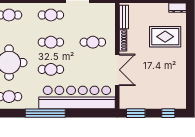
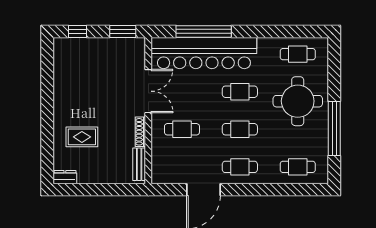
rug: (165, 37) -> (82, 137), width x0.73, depth x0.70
double door: (117, 70) -> (148, 91), swing flipped
window: (45, 113) -> (204, 31), moved

